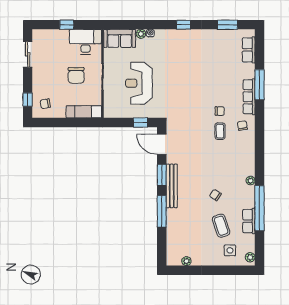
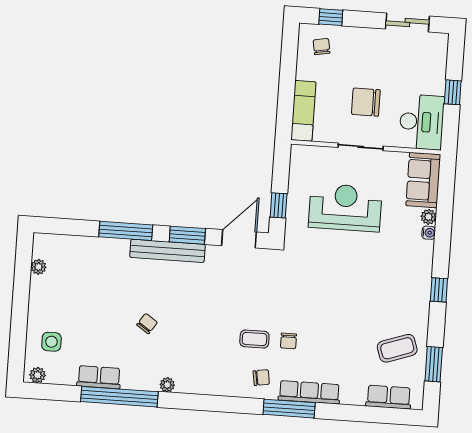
window: (259, 85) -> (289, 409), moved
coffee table: (221, 226) -> (397, 348), moved

